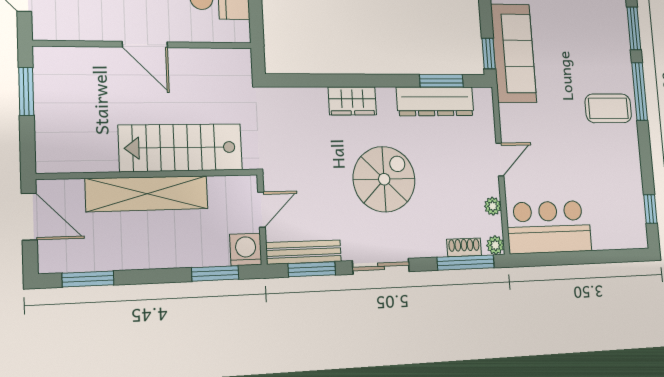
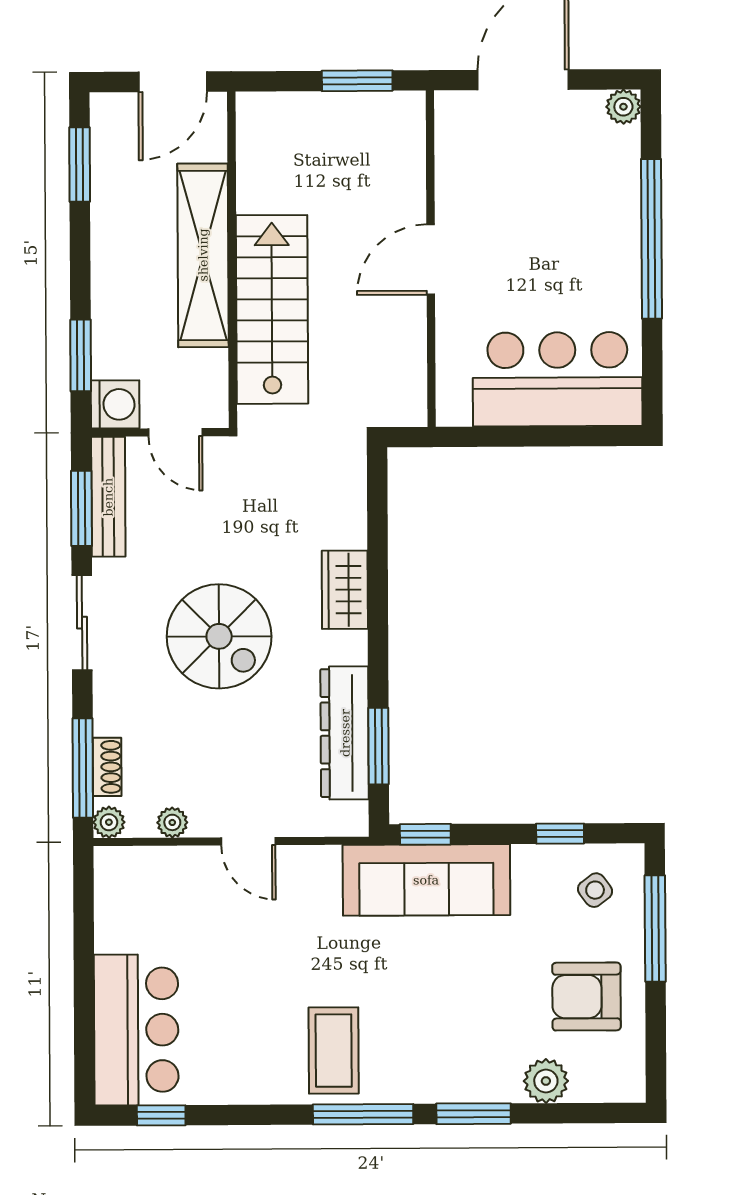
bar counter: (549, 227) -> (136, 1030), moved

